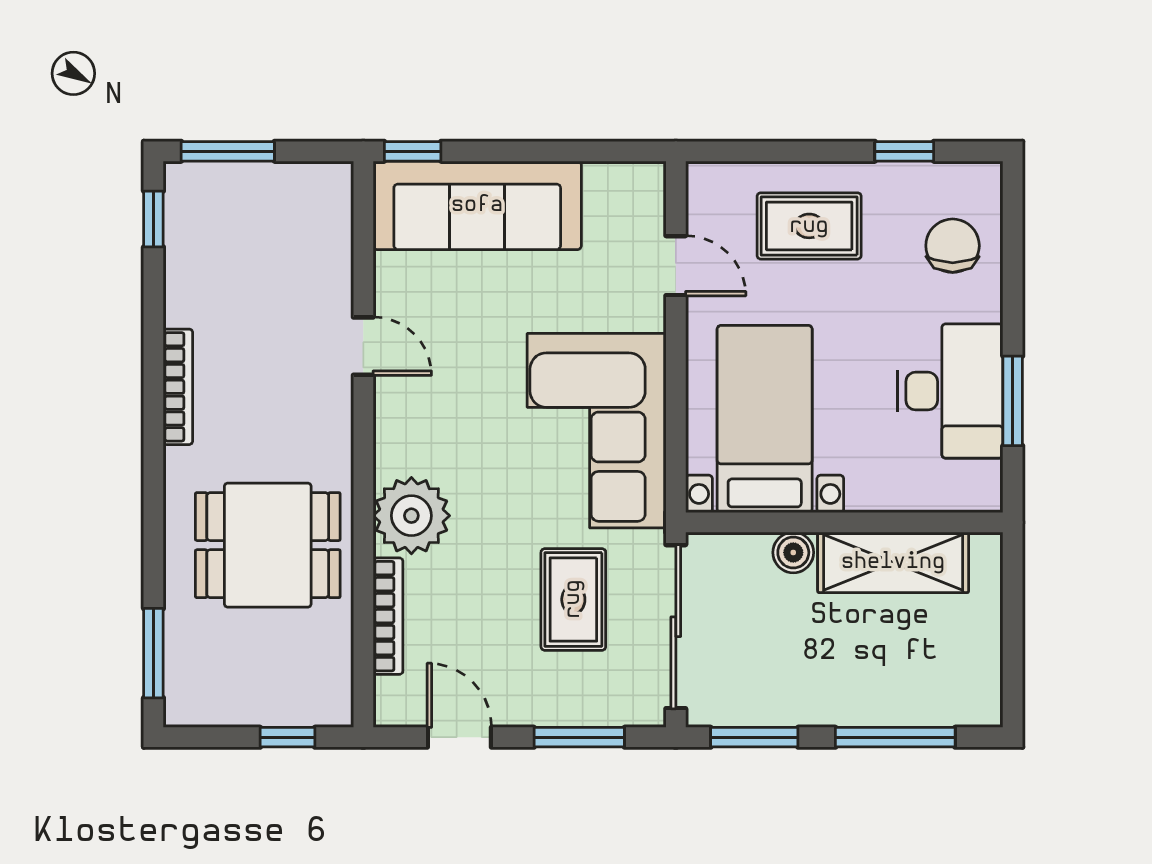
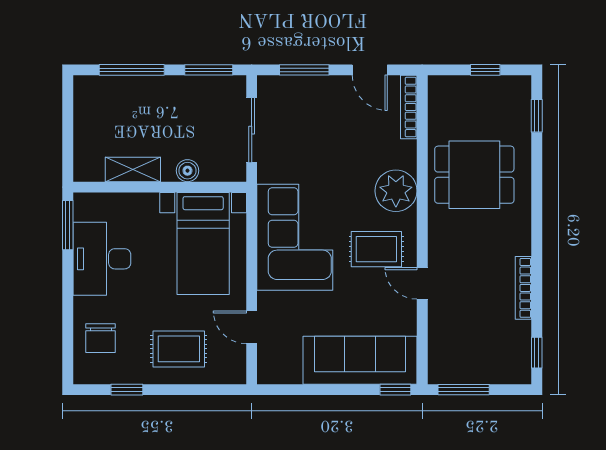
window: (228, 151) -> (464, 390), moved
bookcase: (178, 387) -> (523, 288), moved
window: (1013, 401) -> (68, 225), moved
shelving: (893, 562) -> (133, 169), width x0.67, depth x0.75
rug: (573, 599) -> (376, 249), moved, turned 90
bookcase: (388, 616) -> (409, 107), moved
sliding door: (676, 627) -> (252, 130), width x0.73
window: (153, 653) -> (537, 116), width x0.67
window: (288, 737) -> (485, 70), moved

